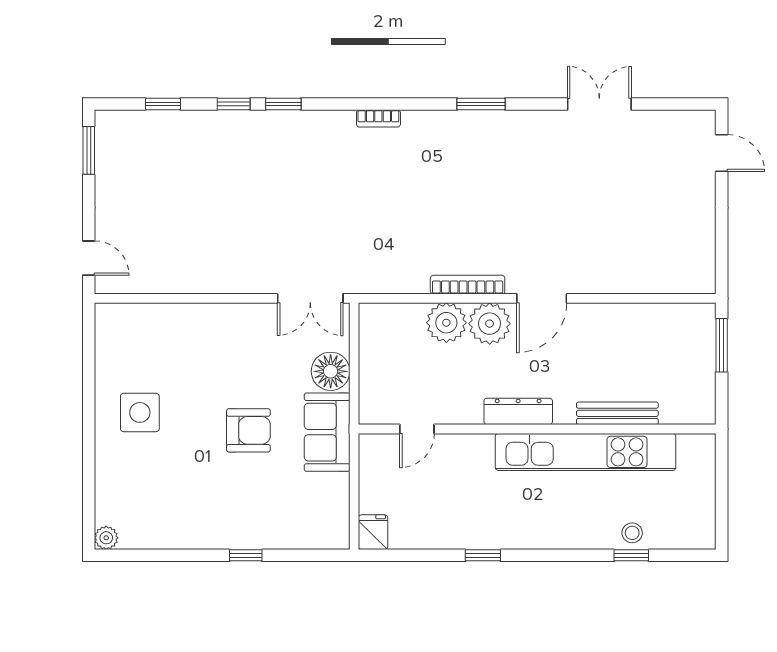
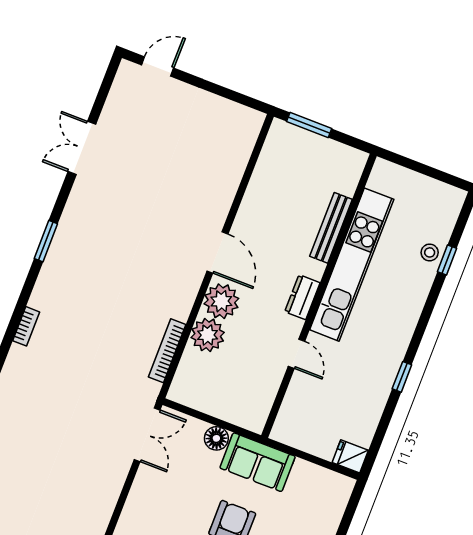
bookcase: (468, 285) -> (167, 351), moved
floor lamp: (331, 371) -> (216, 438), width x0.73, depth x0.73
dresser: (518, 411) -> (302, 297), width x0.70
door: (417, 429) -> (297, 354), moved

